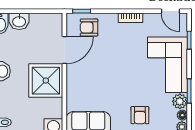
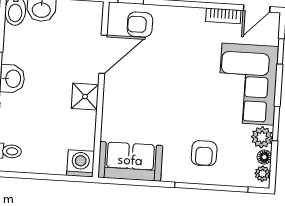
door: (170, 11) -> (257, 9), hinge flipped
bookcase: (130, 18) -> (223, 16), moved
shower: (46, 81) -> (85, 97), width x0.54, depth x0.54

